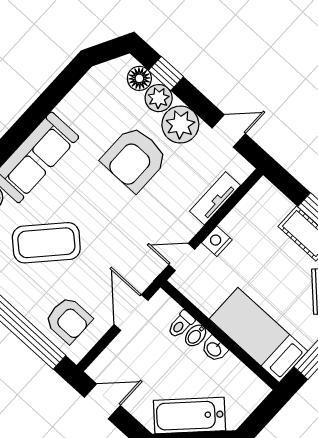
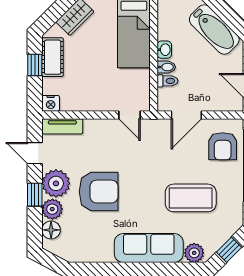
window: (166, 74) -> (35, 195), moved
tv unit: (215, 198) -> (62, 126), moved
nightstand: (217, 241) -> (51, 103), moved
coffee table: (46, 243) -> (191, 198), turned -43
armchair: (68, 320) -> (223, 146), turned 180

